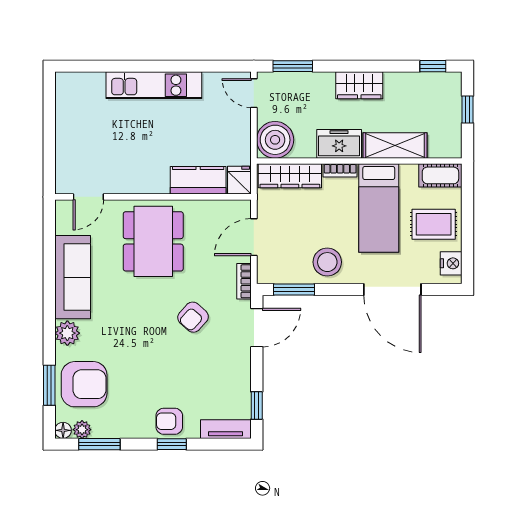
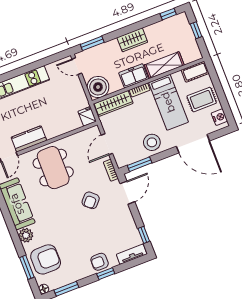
kitchen counter: (198, 180) -> (29, 139), moved
plant: (82, 430) -> (54, 285), removed

